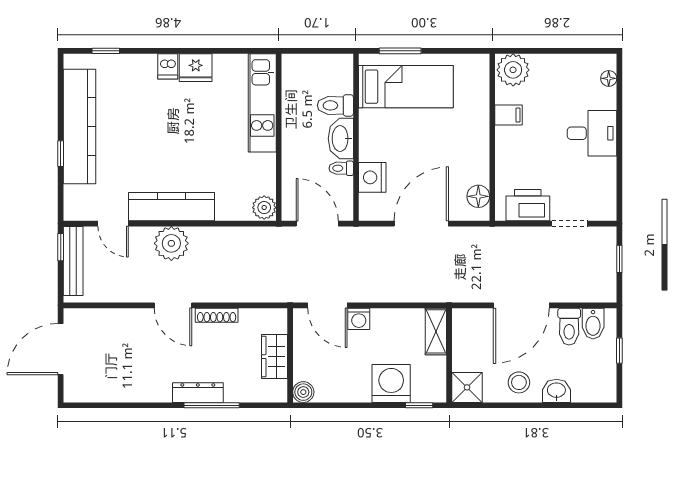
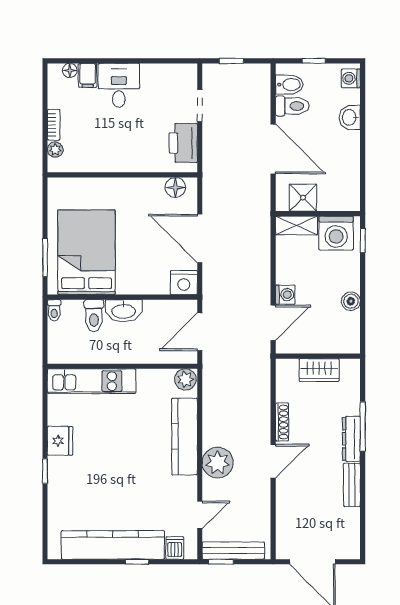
window: (106, 51) -> (45, 471), moved
bookcase: (548, 61) -> (54, 125), added
dishwasher: (168, 66) -> (175, 548), moved, turned -90
plant: (513, 70) -> (55, 150), width x0.53, depth x0.53
bed: (406, 87) -> (87, 252), width x1.50
filing cabinet: (509, 115) -> (88, 75), moved, turned 180
toilet: (341, 168) -> (54, 310), moved
nightstand: (372, 177) -> (184, 282), moved
kitchen counter: (171, 207) -> (185, 437), moved
stool: (519, 382) -> (342, 151), removed
washing machine: (391, 384) -> (336, 233), moved, turned -90
shower: (467, 387) -> (303, 198), moved
boiler: (303, 392) -> (351, 301), moved
washing machine: (600, 392) -> (351, 78), added
bench: (146, 393) -> (352, 485), added

